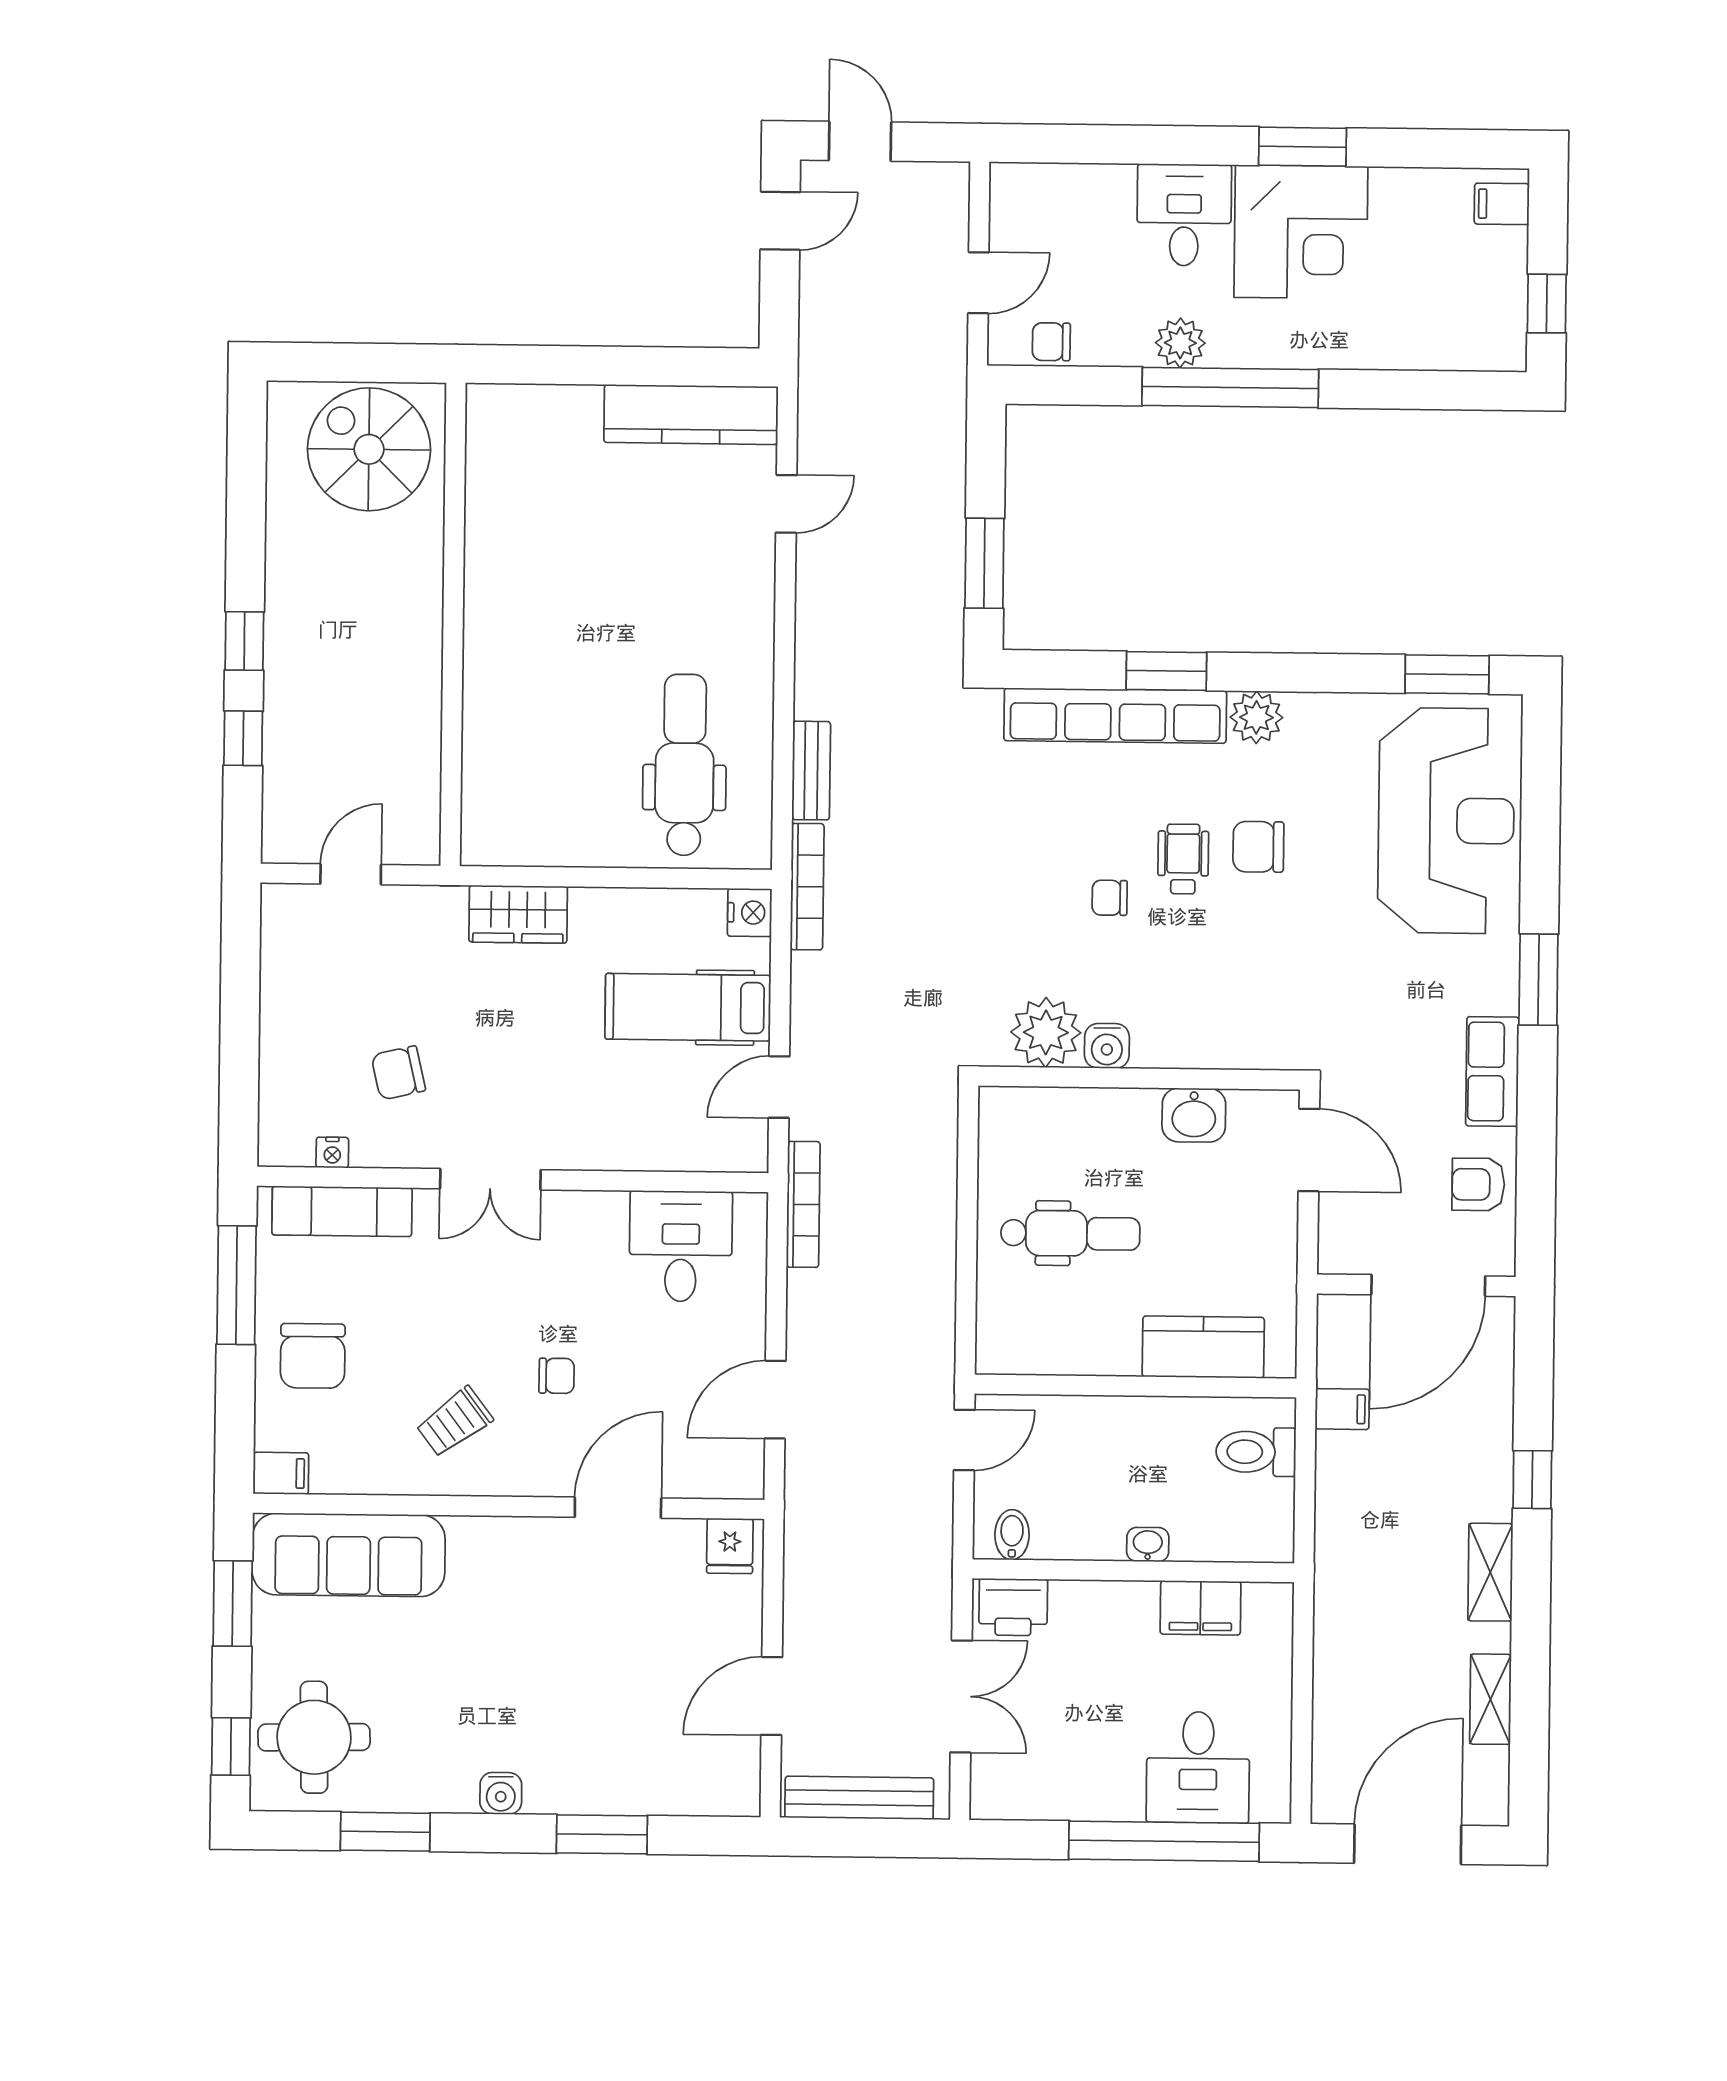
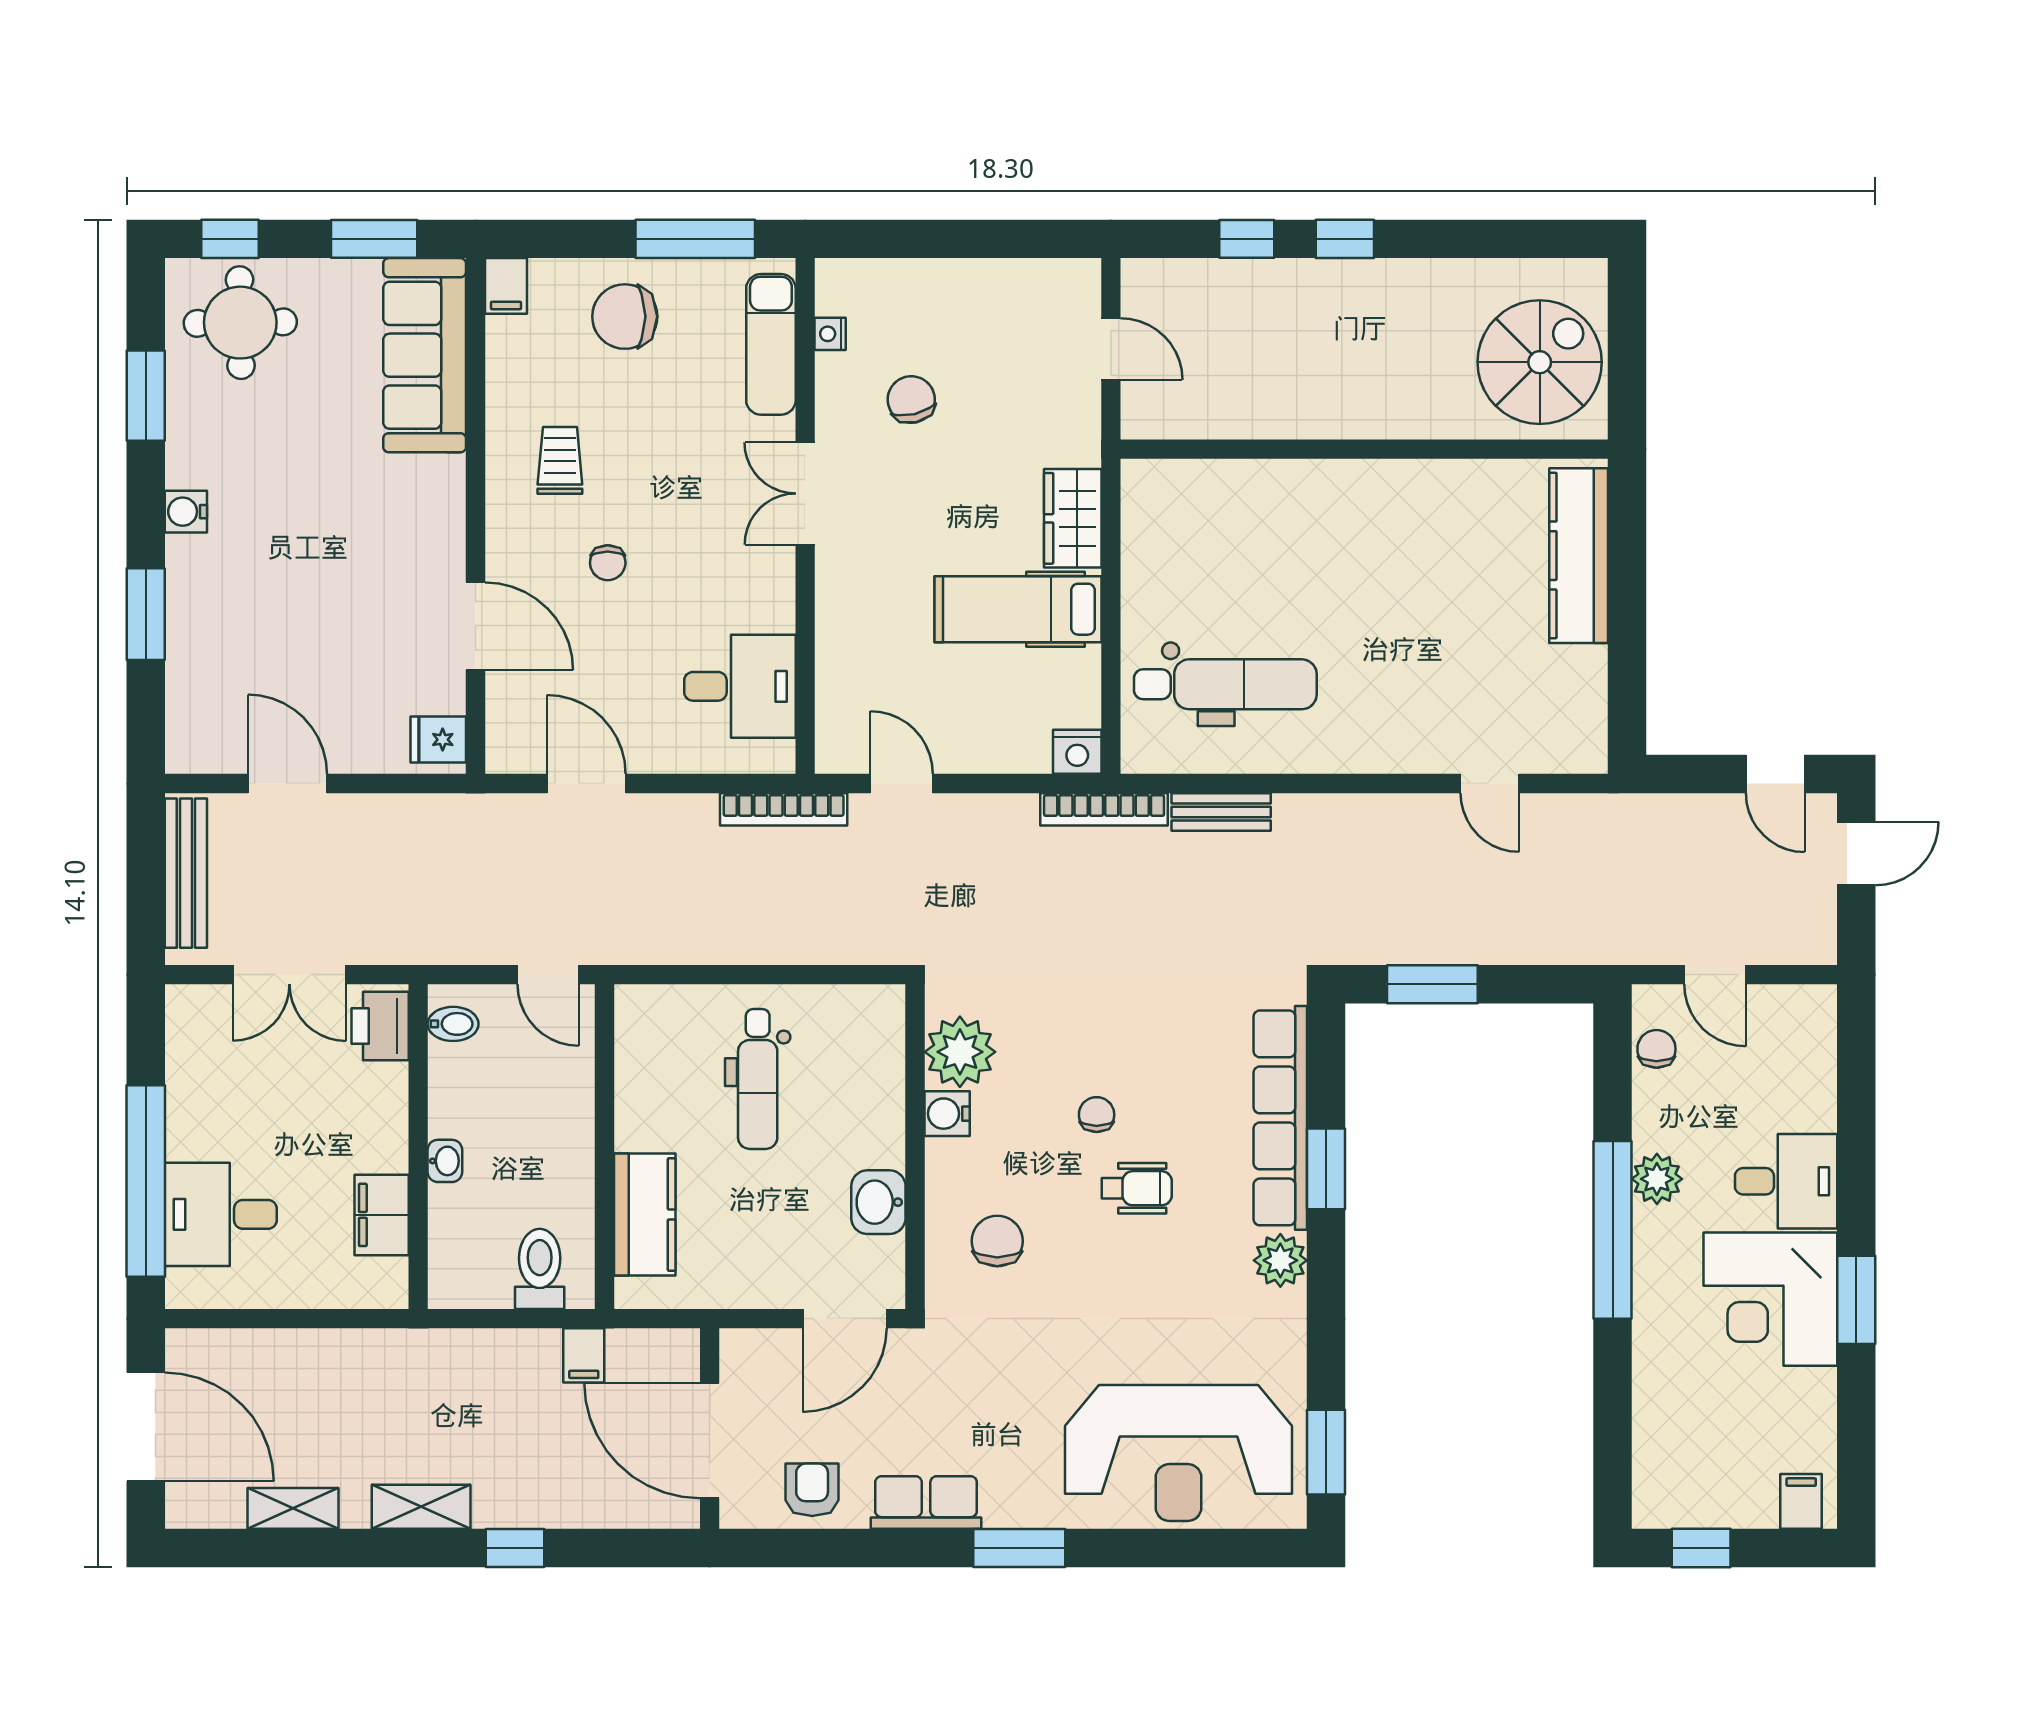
kitchen counter: (691, 415) -> (1579, 556), moved
chair: (1258, 847) -> (997, 1241), moved
hospital bed: (688, 1007) -> (1018, 609), moved, turned -90
trolley: (454, 1422) -> (560, 460), turned 37

